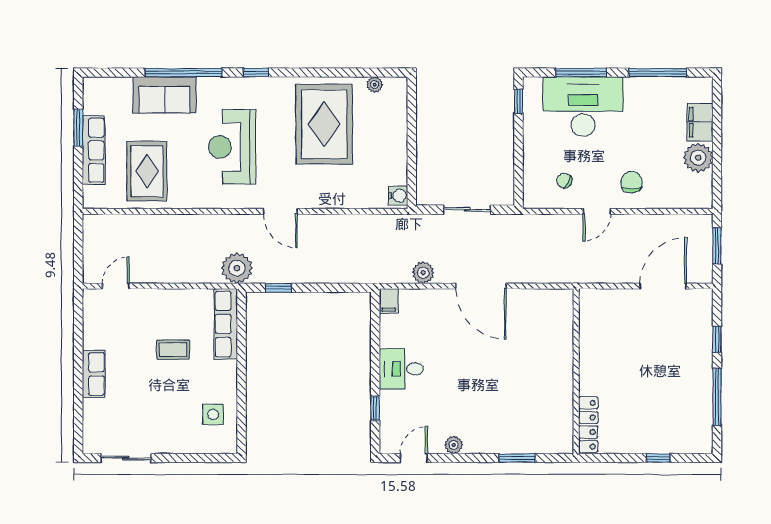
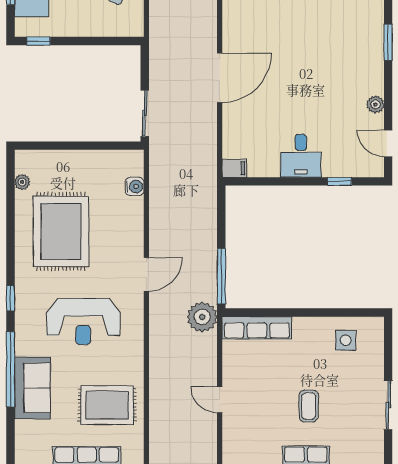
rug: (324, 124) -> (61, 231), turned 90
water cooler: (398, 196) -> (135, 186), moved, turned 90
sliding door: (467, 210) -> (145, 113), moved
plant: (423, 273) -> (207, 134), removed
door: (116, 286) -> (220, 400), moved
window: (278, 288) -> (221, 276), width x2.17
coffee table: (173, 350) -> (309, 406), moved
sliding door: (126, 458) -> (388, 405), moved

